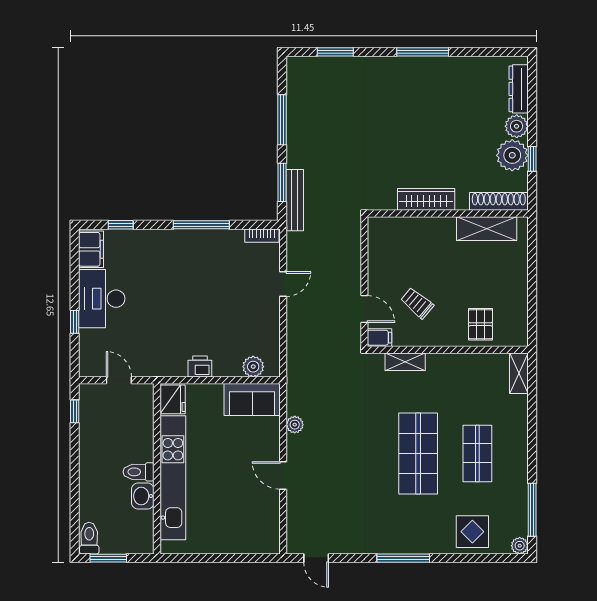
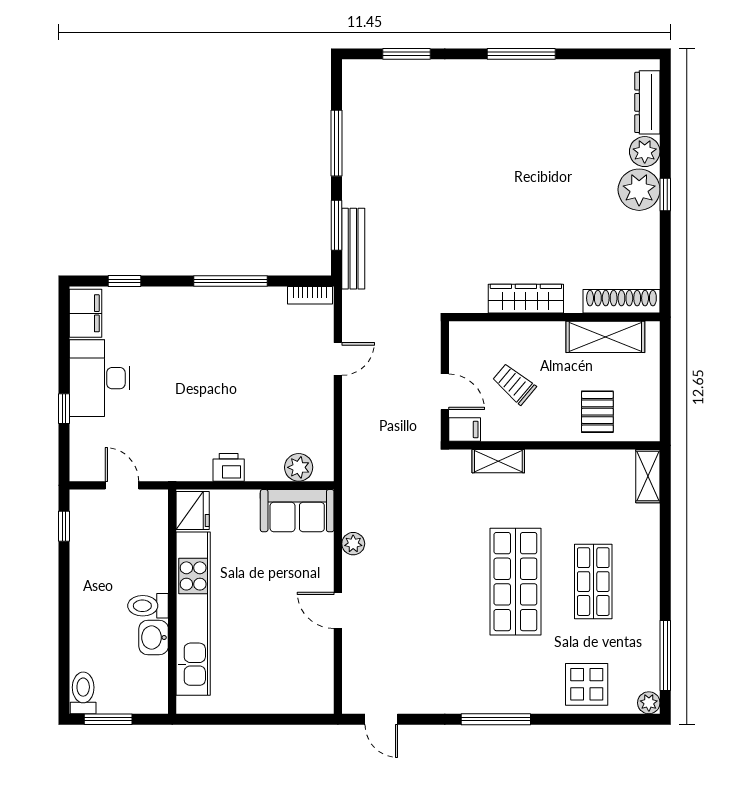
wardrobe: (426, 199) -> (526, 299), moved
shoe rack: (499, 201) -> (621, 301), moved
wall: (448, 214) -> (554, 317), moved
shelving: (487, 229) -> (605, 337), moved

